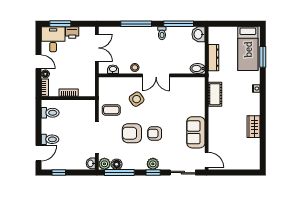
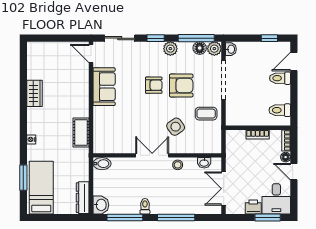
dresser: (214, 58) -> (83, 198), moved
plant: (153, 164) -> (170, 49), moved

